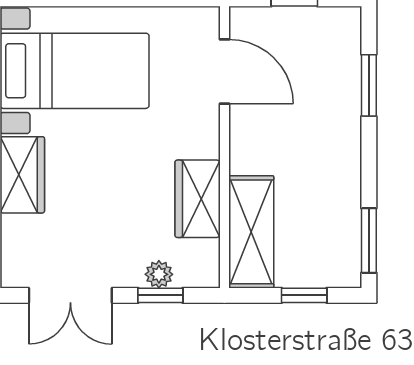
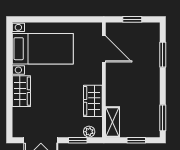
shelving: (251, 232) -> (112, 122), width x0.67, depth x0.75
plant: (159, 274) -> (89, 132), moved

